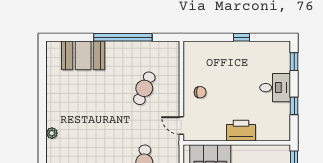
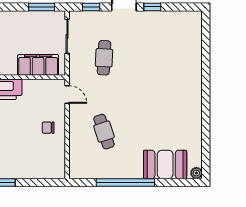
cafe table: (144, 88) -> (104, 132), turned -42
plant: (52, 133) -> (196, 173), moved

